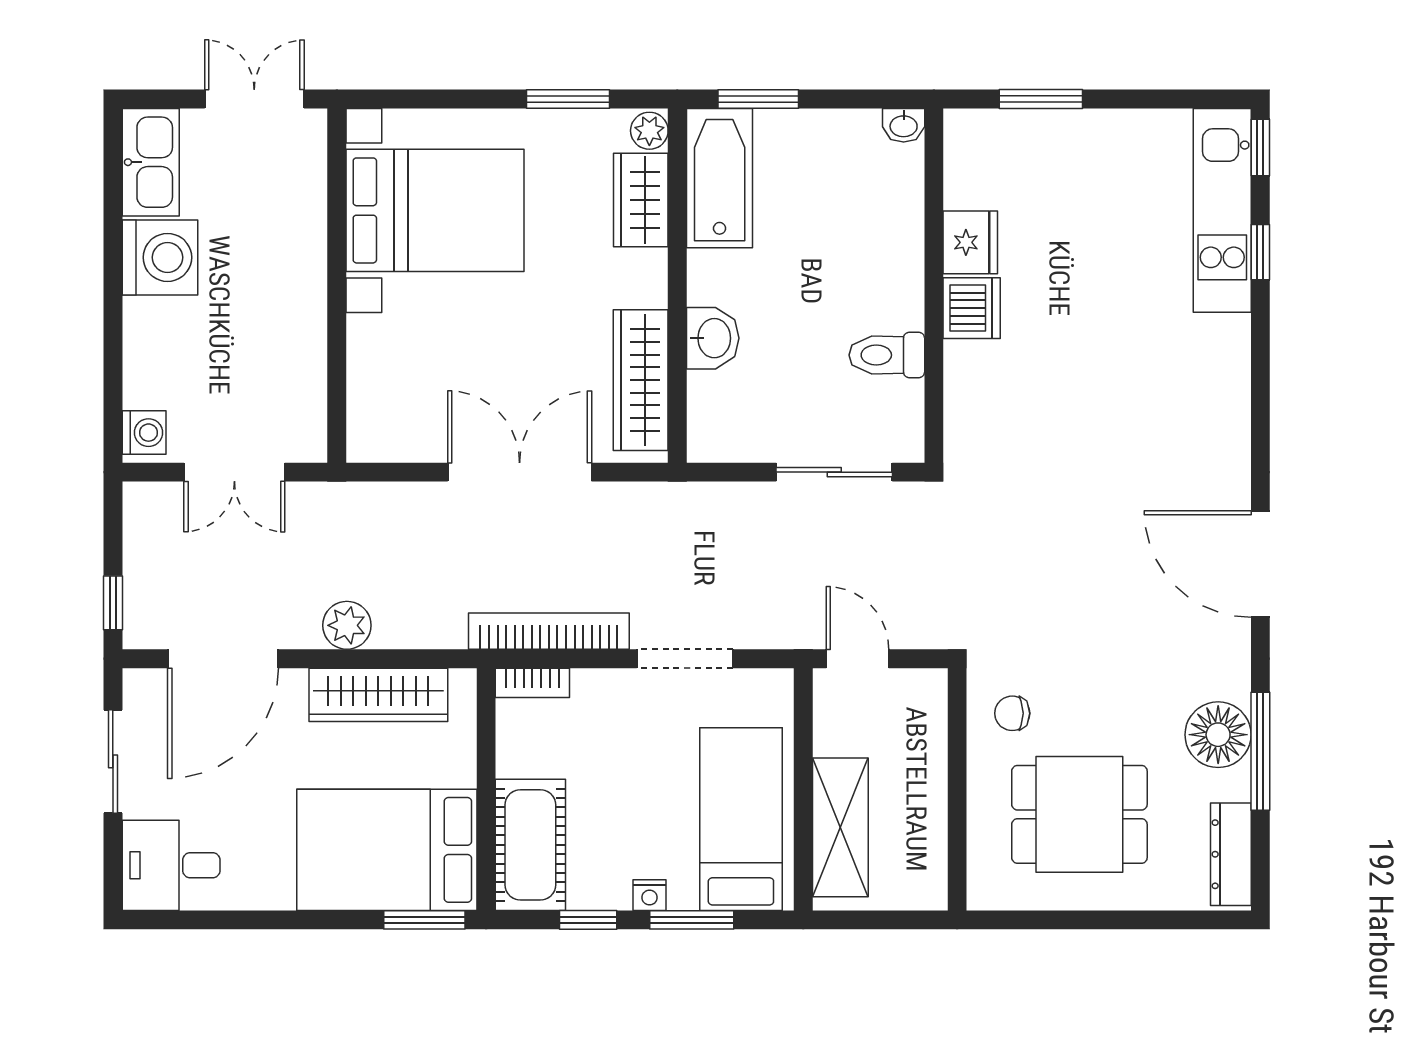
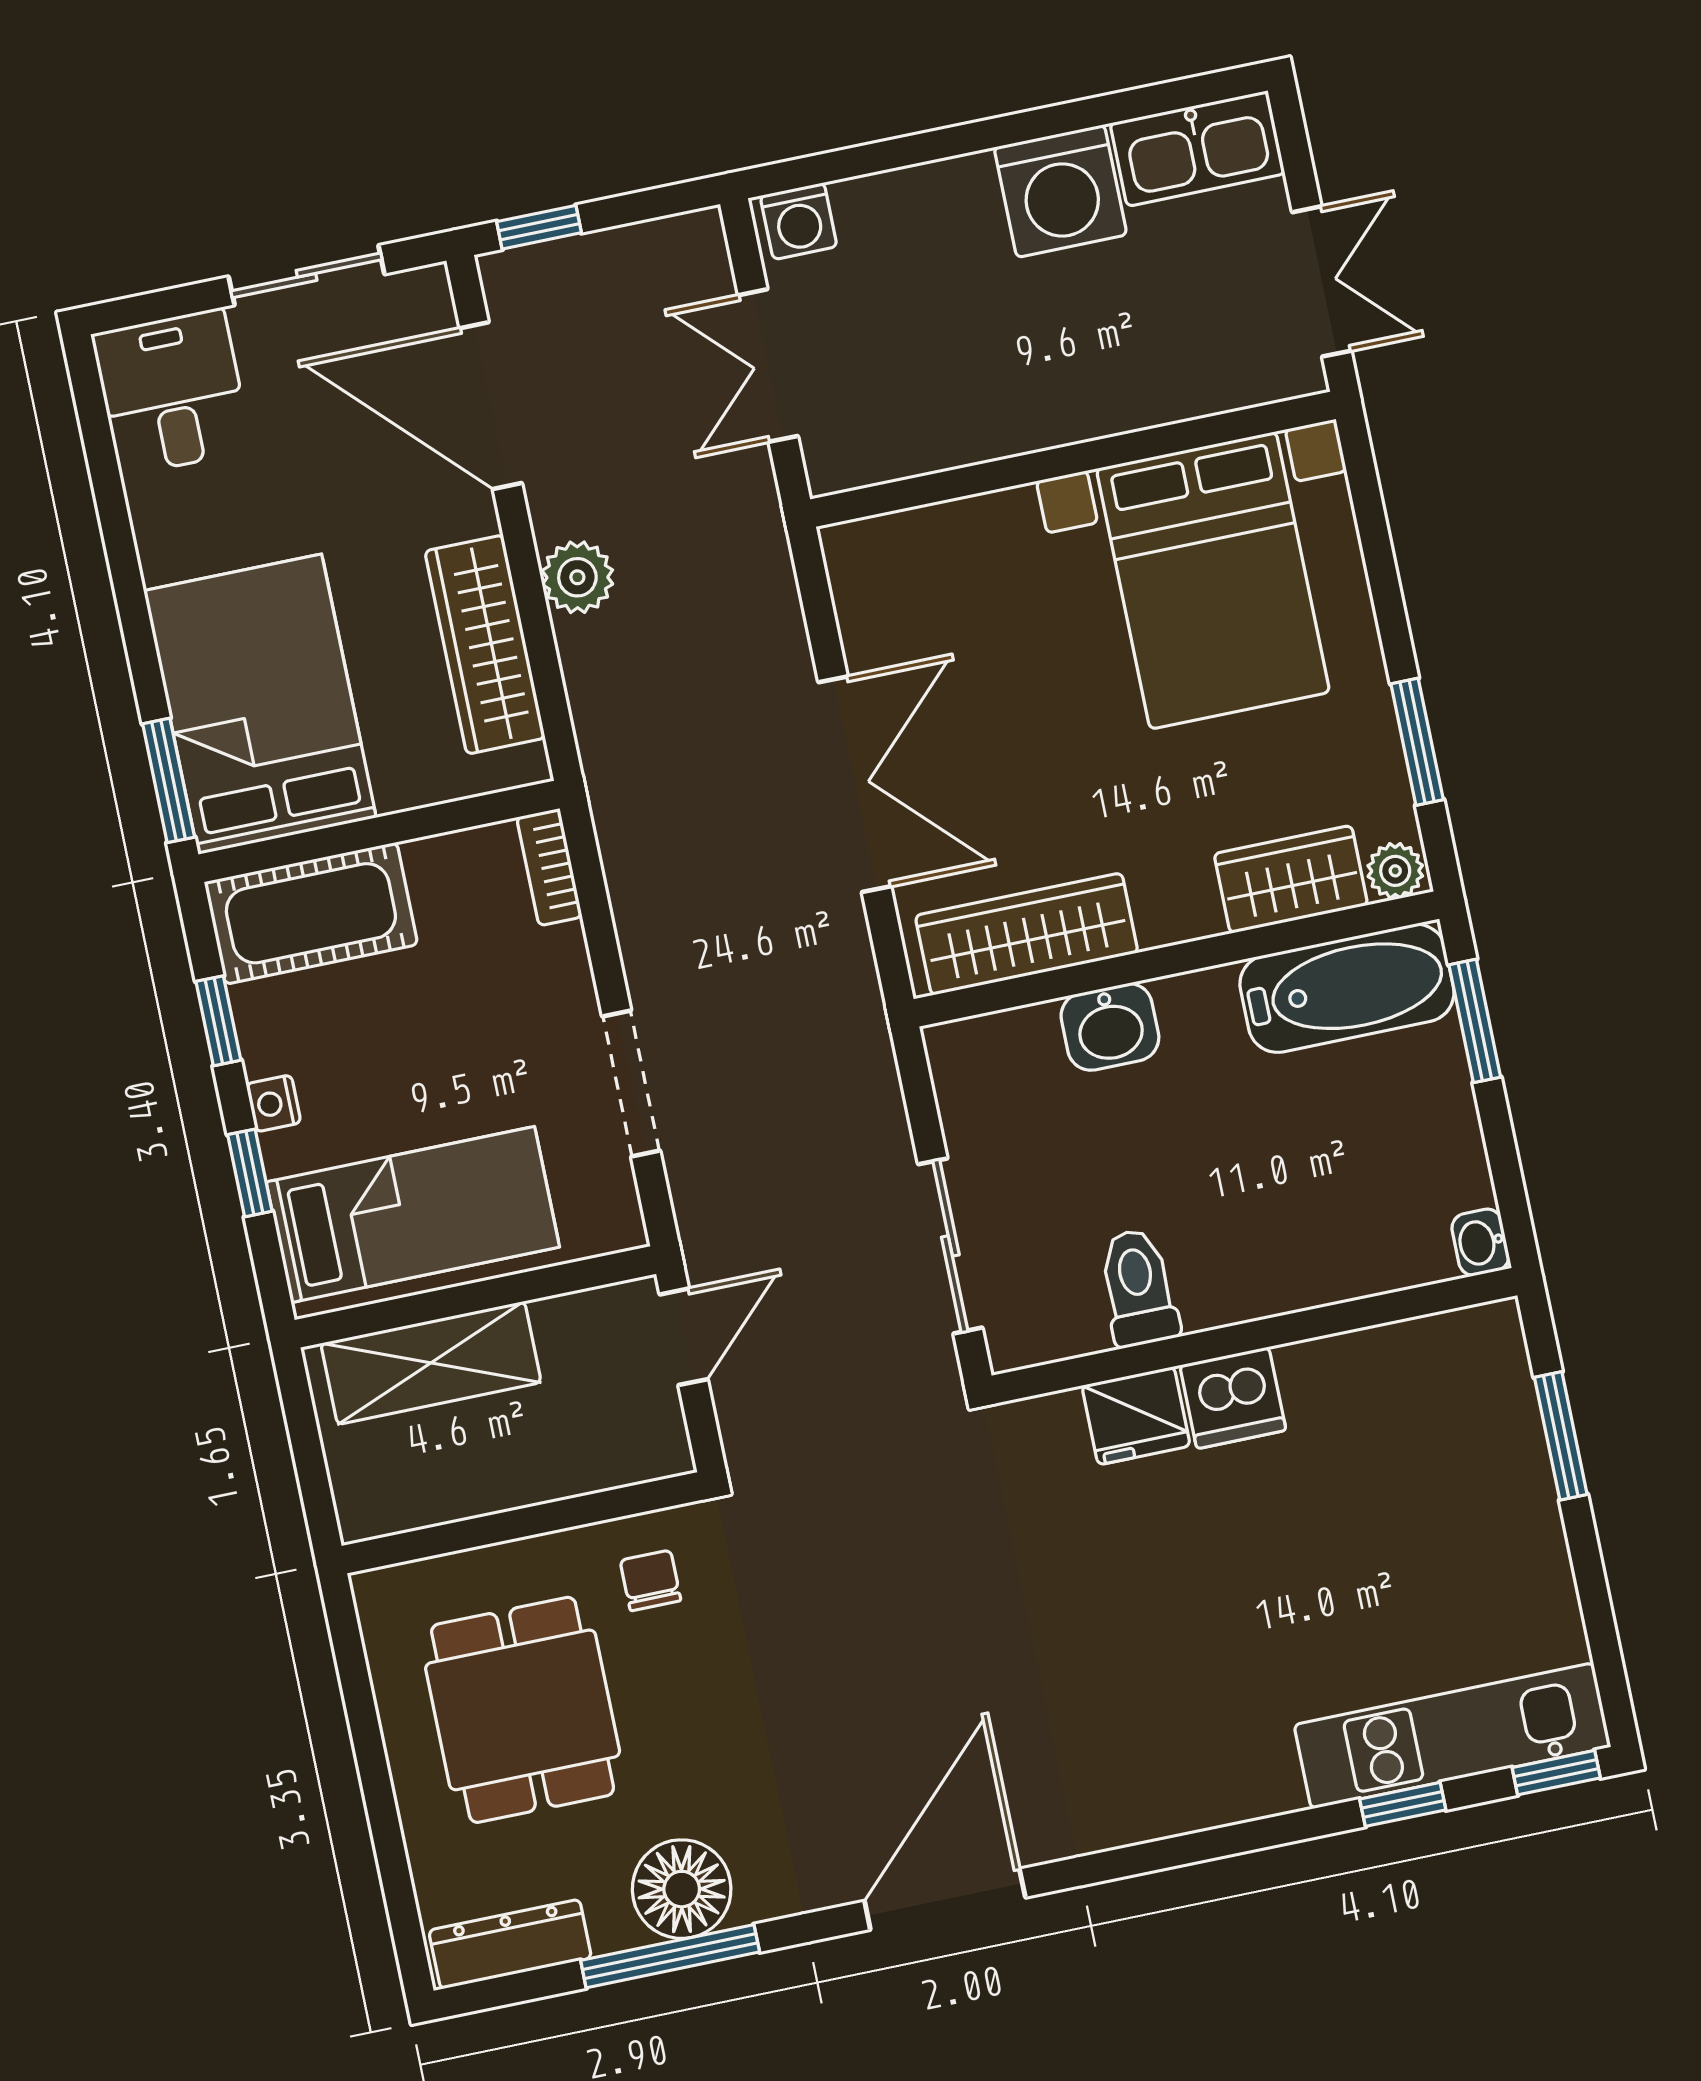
fridge: (970, 242) -> (1136, 1416), moved
bookcase: (549, 631) -> (630, 876), removed
window: (692, 920) -> (250, 1173), width x0.67

